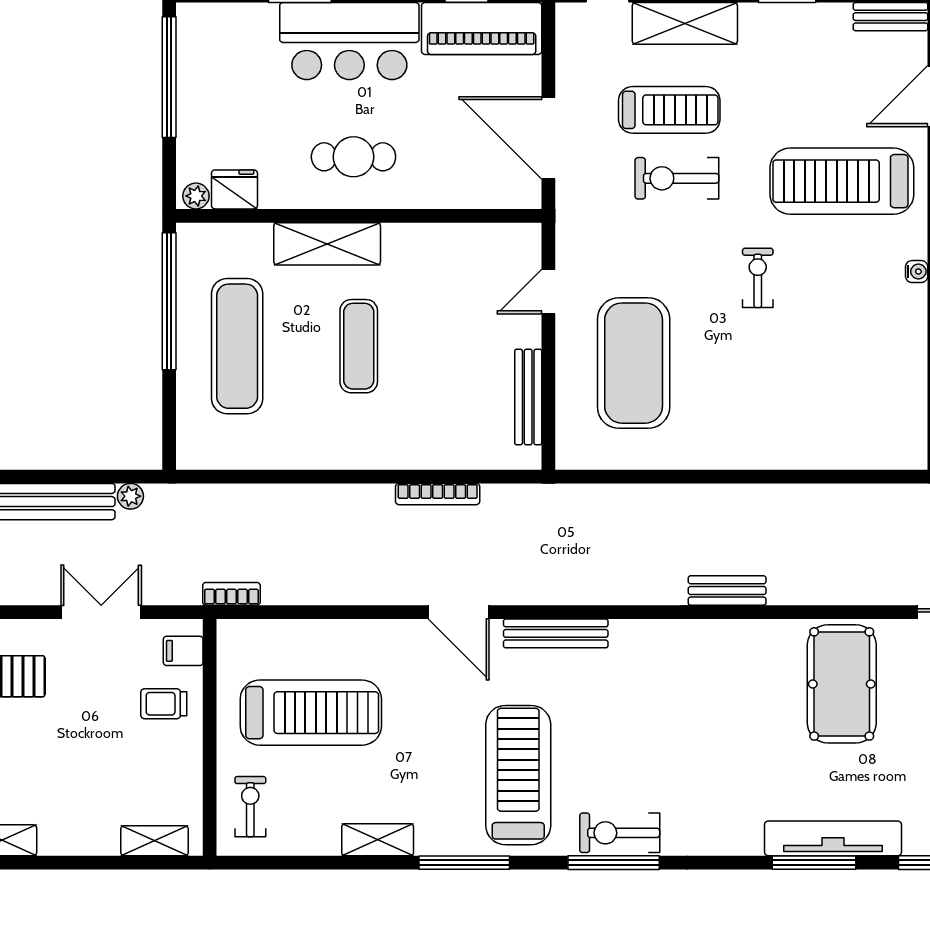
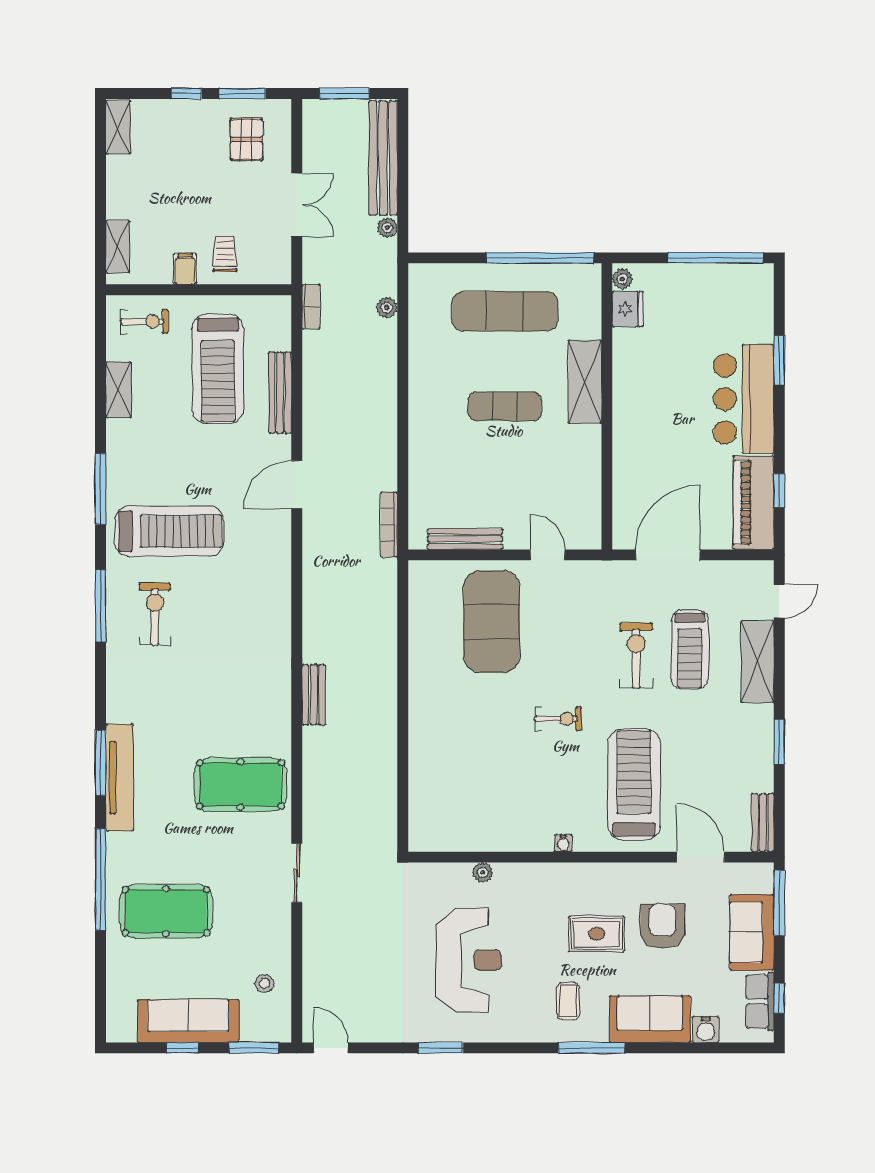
cafe table: (353, 157) -> (653, 402), removed
exercise mat: (634, 363) -> (492, 622), turned 90
bookcase: (438, 494) -> (389, 525), moved
plant: (233, 497) -> (387, 308), added
bench: (556, 633) -> (280, 393), moved
filing cabinet: (183, 651) -> (185, 269), moved
exercise bike: (620, 833) -> (155, 614), moved
shelving: (378, 840) -> (118, 390), moved

